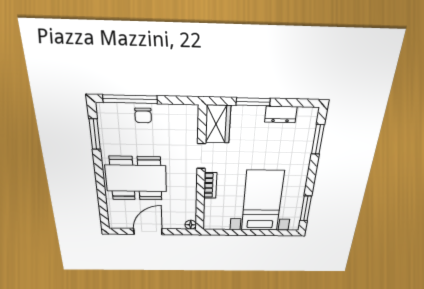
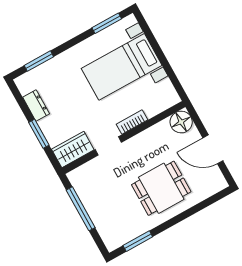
window: (130, 99) -> (81, 209), moved
chair: (143, 115) -> (99, 211), removed
dining table: (136, 178) -> (161, 188), width x0.73
floor lamp: (191, 225) -> (181, 122), width x1.89, depth x1.89

